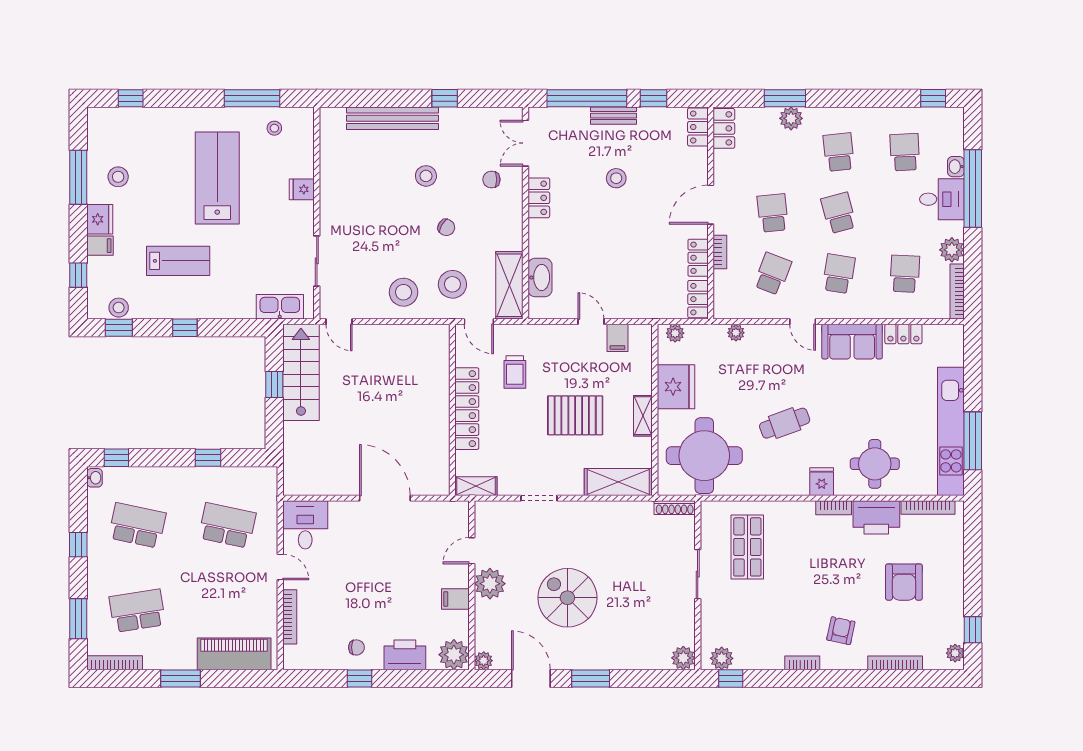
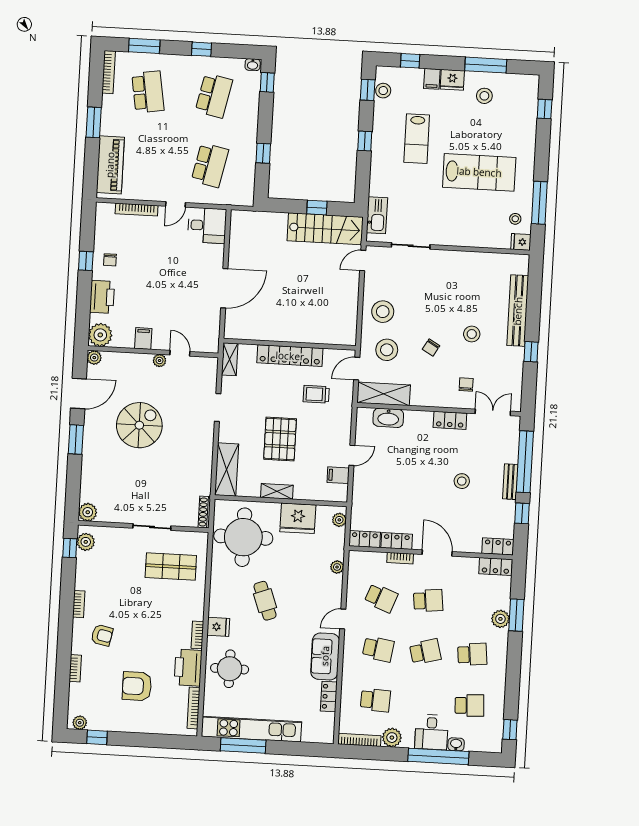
fridge: (302, 189) -> (521, 242), moved, turned -90
plant: (490, 584) -> (160, 361), width x0.53, depth x0.53
bookcase: (895, 663) -> (75, 668), width x0.64

